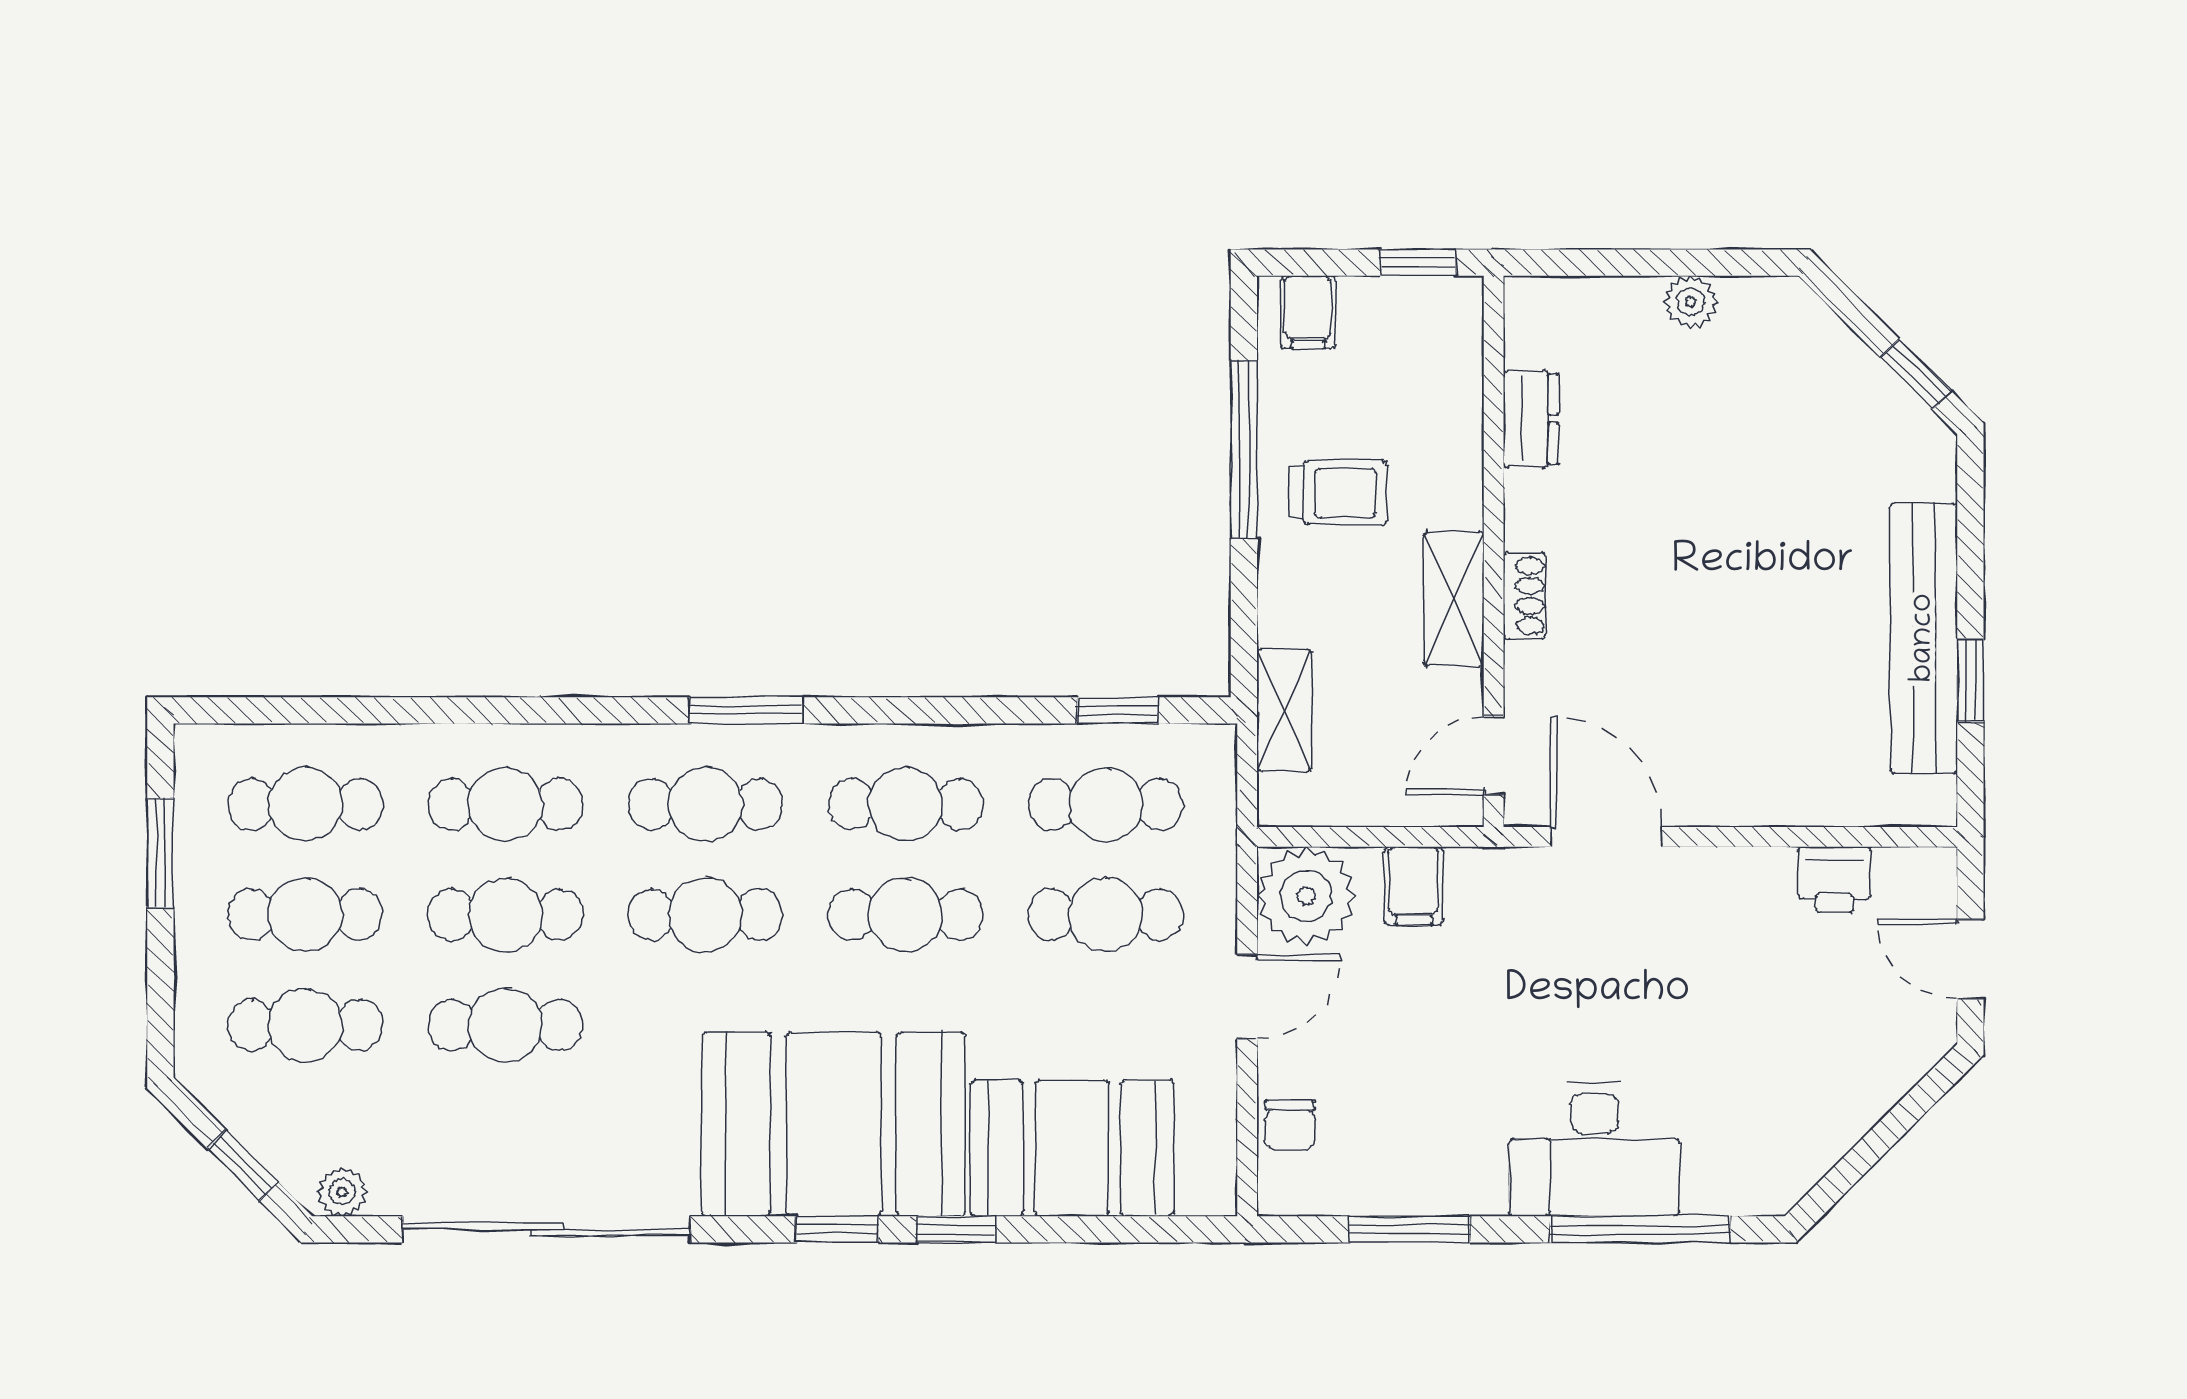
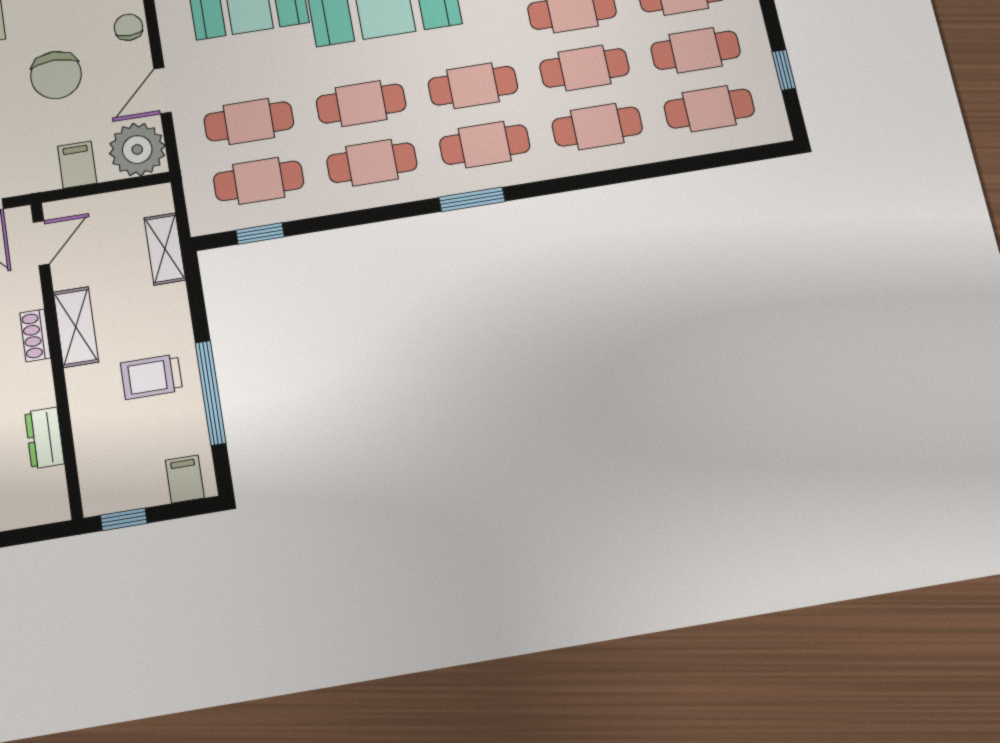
window: (160, 853) -> (784, 70), width x0.67
chair: (1429, 1057) -> (56, 75), added

